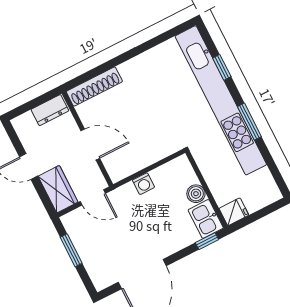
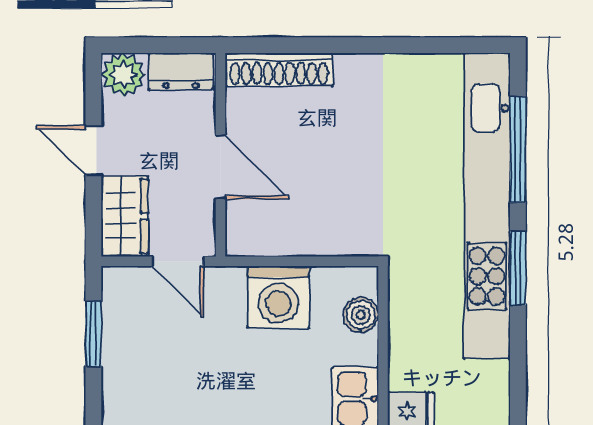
window: (222, 67) -> (518, 149), width x2.17
plant: (25, 125) -> (123, 75), added
washing machine: (143, 184) -> (278, 297), width x1.89, depth x1.89
boiler: (196, 194) -> (361, 315), moved

